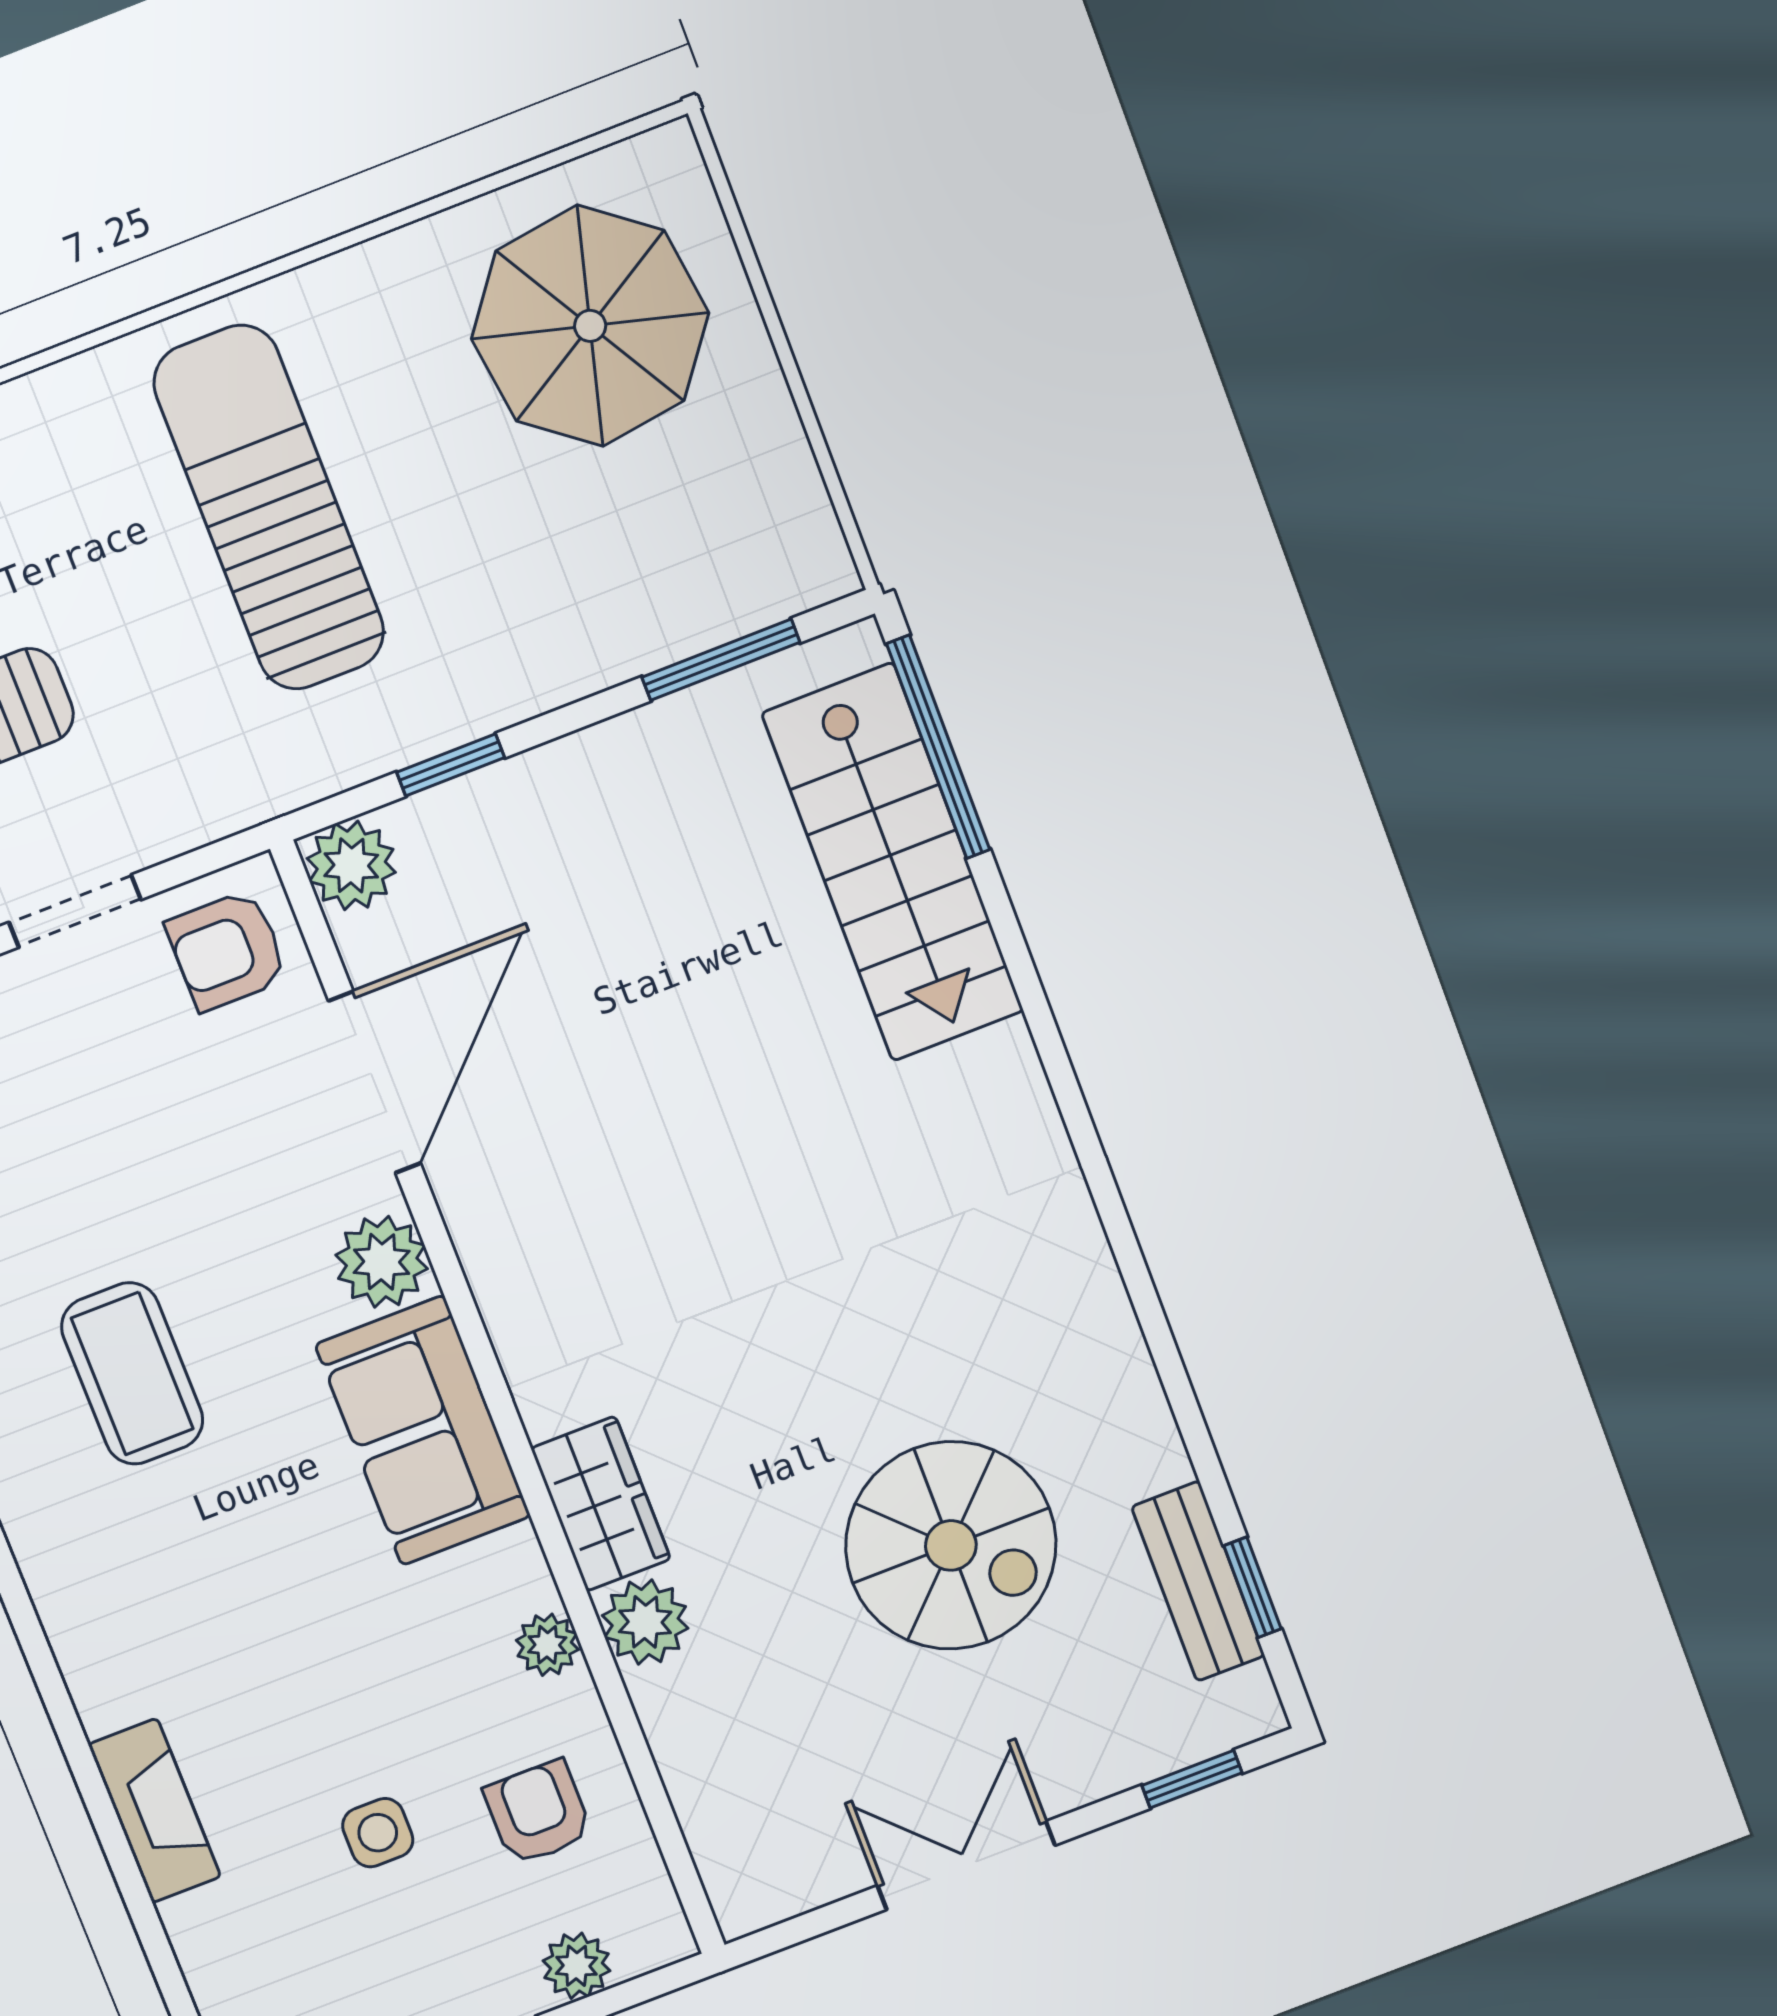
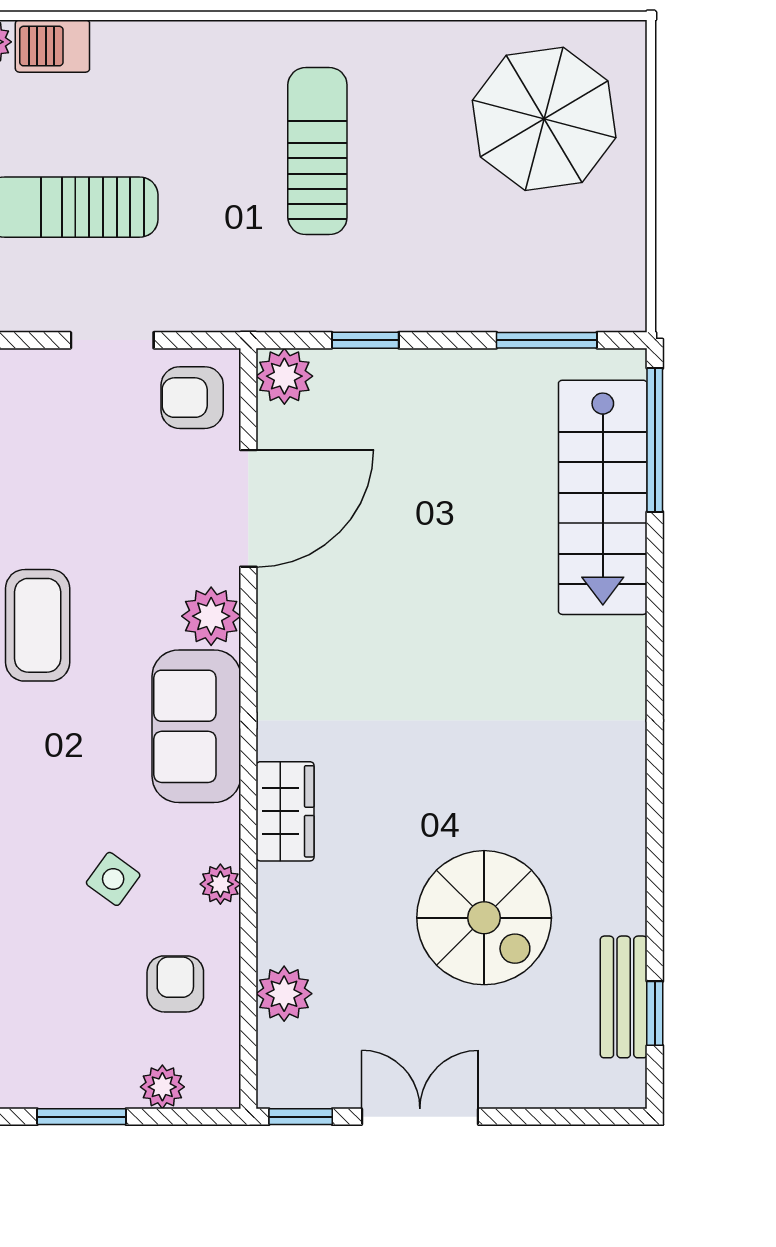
sun lounger: (269, 508) -> (317, 151), width x0.73, depth x0.75
plant: (645, 1622) -> (284, 994), moved
window: (1192, 1779) -> (301, 1117), moved
side table: (378, 1833) -> (113, 879), moved, turned 36

